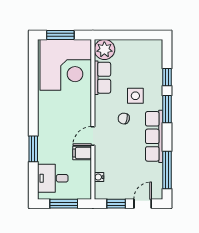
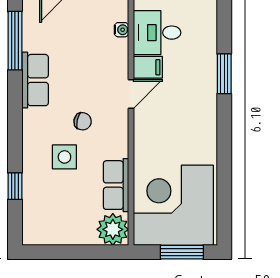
window: (167, 109) -> (15, 136), removed
row of seats: (154, 136) -> (35, 80), width x0.68
desk: (53, 178) -> (157, 33), moved, turned 180

